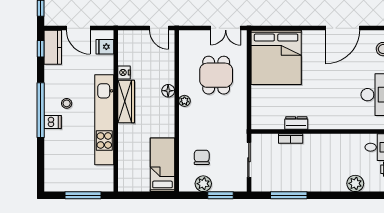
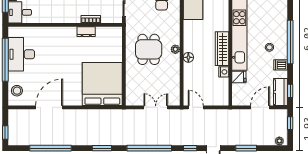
door: (78, 28) -> (260, 107), hinge flipped
double door: (226, 28) -> (156, 107), moved
fridge: (105, 47) -> (239, 77), moved
dining table: (216, 75) -> (149, 49), moved
dishwasher: (53, 122) -> (281, 65), moved

